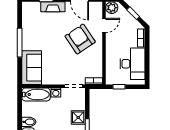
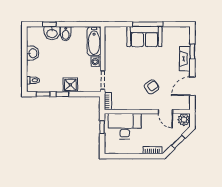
armchair: (80, 39) -> (152, 87), width x0.53, depth x0.53
desk: (133, 64) -> (125, 126), moved, turned 180
sofa: (32, 68) -> (144, 37), moved

